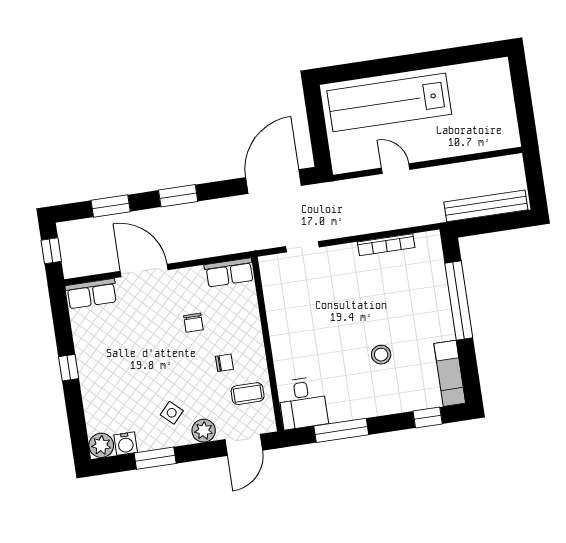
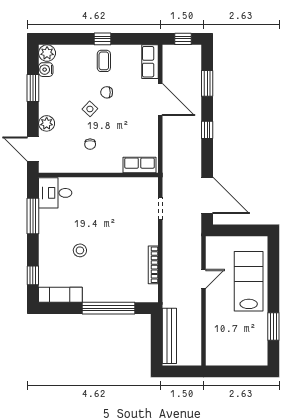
window: (450, 57) -> (273, 327), added
lab bench: (389, 102) -> (249, 281), width x0.73
window: (178, 196) -> (207, 130), width x0.67
door: (144, 270) -> (160, 99), hinge flipped
row of seats: (229, 273) -> (140, 165), moved, turned 90
chair: (193, 323) -> (107, 92), moved
coffee table: (248, 394) -> (104, 61), moved
side table: (172, 413) -> (90, 109), moved

